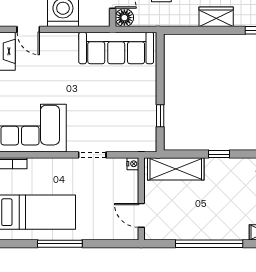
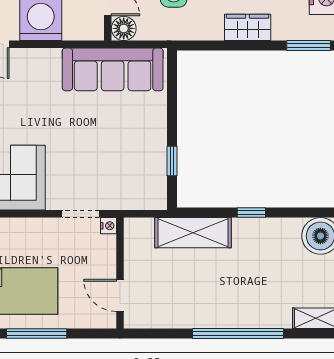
nightstand: (133, 164) -> (108, 226), moved
wall: (141, 199) -> (120, 273), moved
door: (141, 215) -> (120, 295), moved

